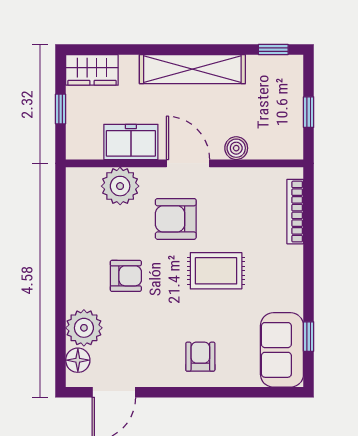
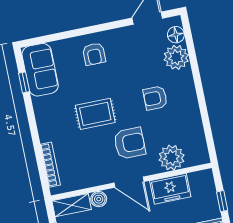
shelving: (277, 147) -> (72, 205), added

